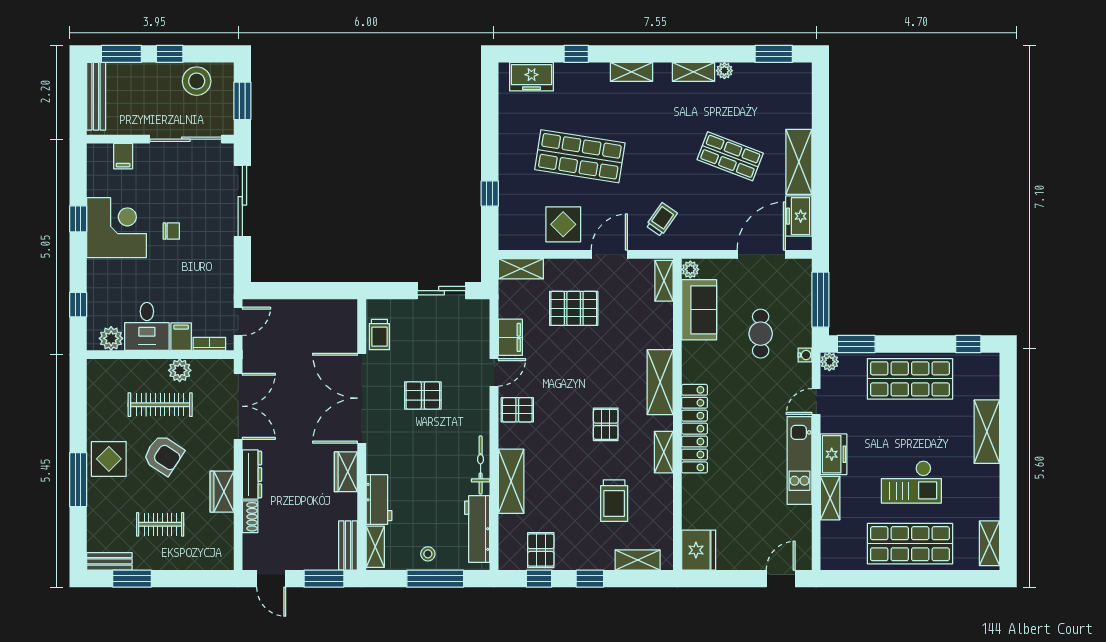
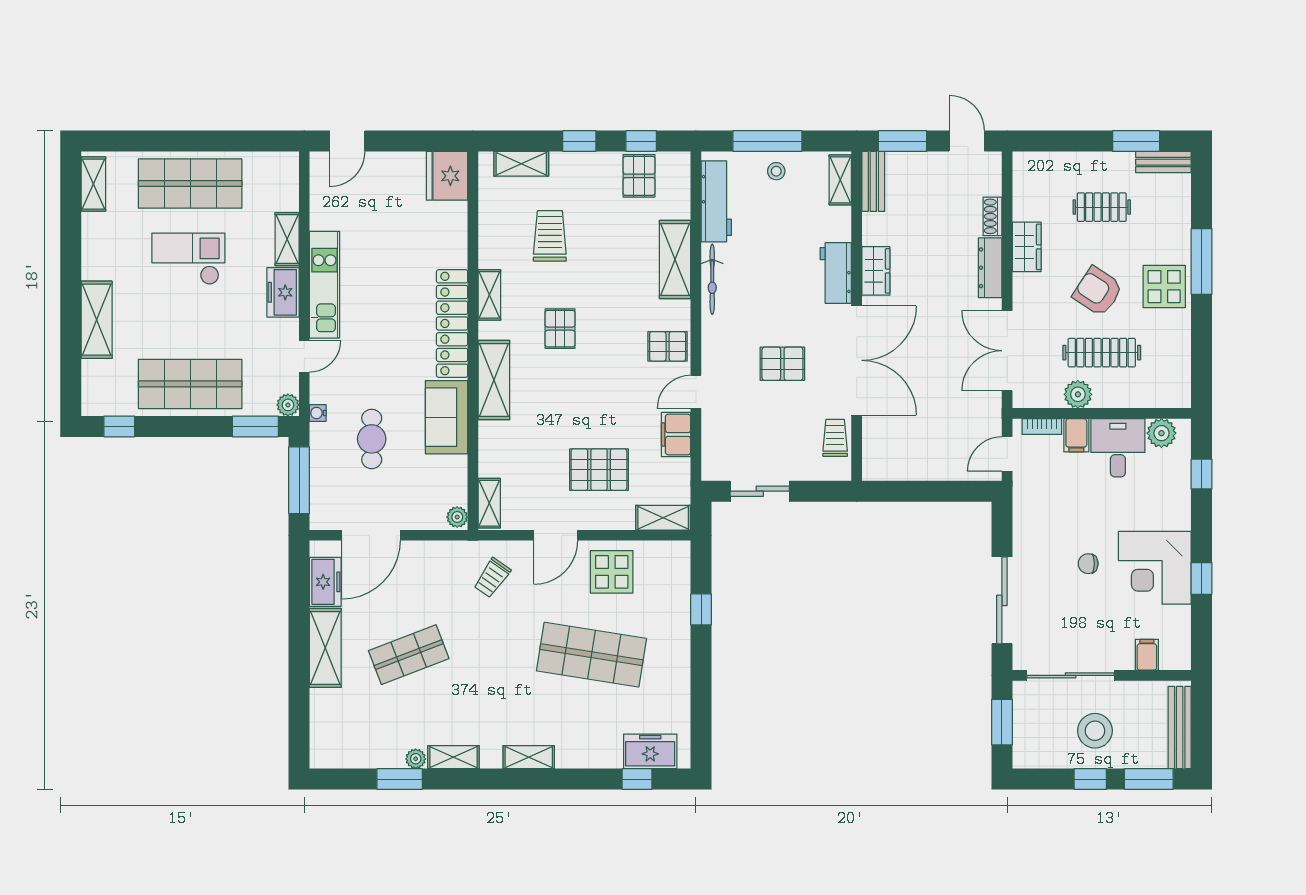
window: (576, 54) -> (637, 779), moved
window: (774, 54) -> (400, 779), moved
stool: (197, 81) -> (1095, 731), moved
shop shelf: (730, 156) -> (409, 655), turned -42
sofa: (699, 310) -> (446, 417), moved
workbench: (379, 500) -> (836, 273), moved

